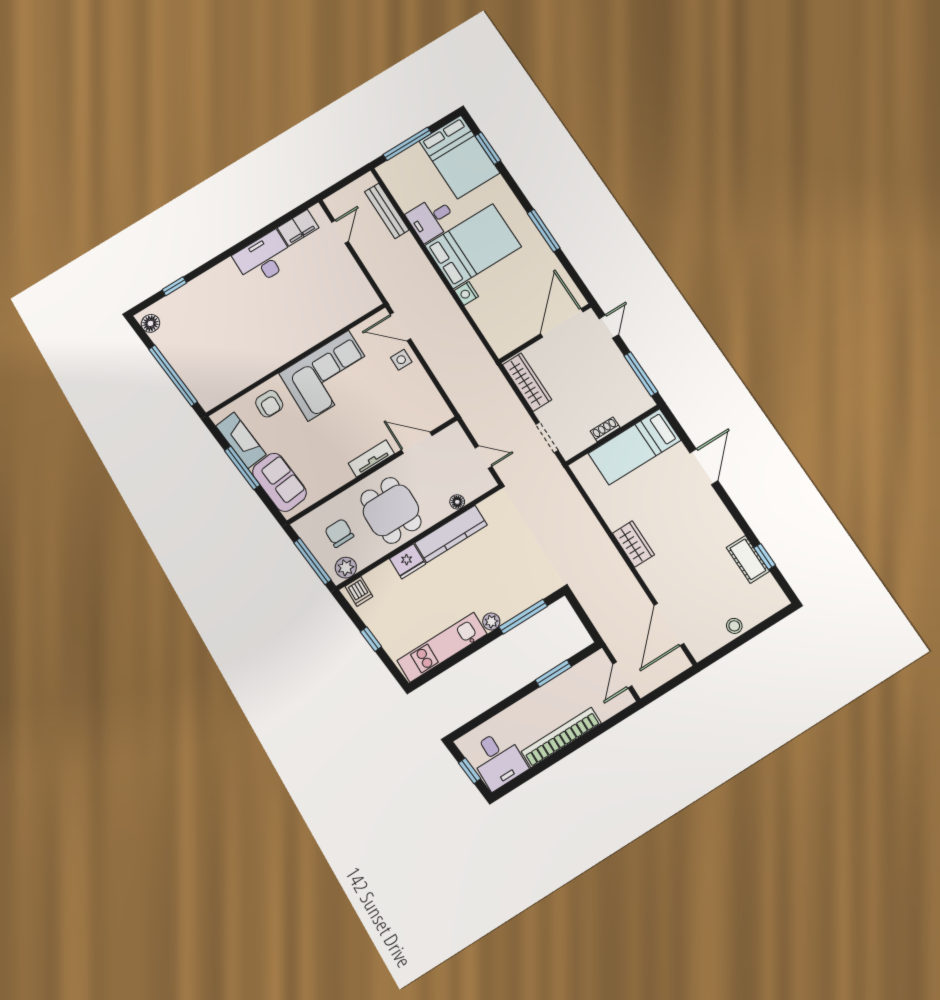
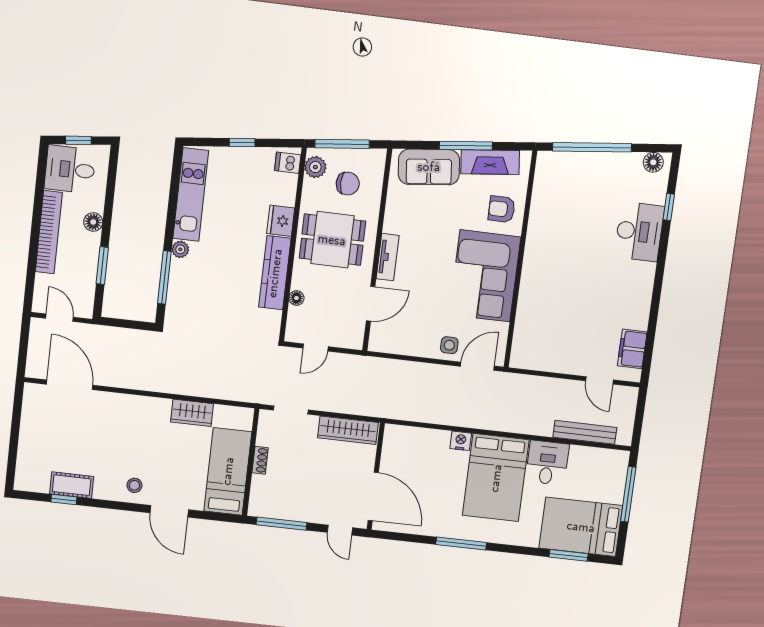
desk: (264, 259) -> (639, 232), moved
wardrobe: (633, 544) -> (192, 413), moved
stool: (734, 626) -> (134, 485), moved
floor lamp: (525, 708) -> (93, 222), added

